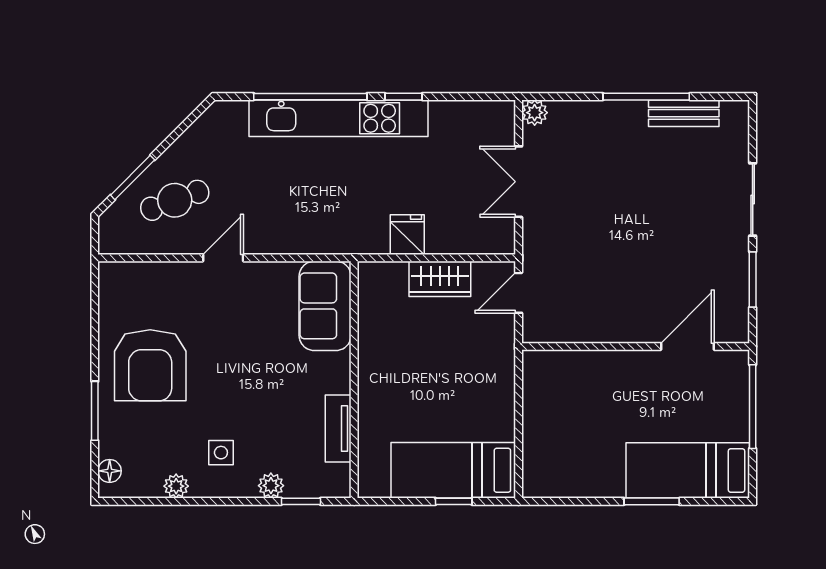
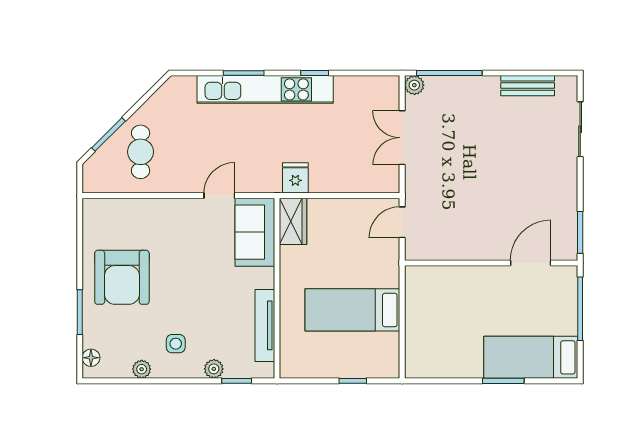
window: (310, 97) -> (244, 73), width x0.47
window: (646, 97) -> (449, 73), moved
cafe table: (175, 200) -> (141, 152), turned -70
sliding door: (753, 200) -> (580, 129), moved
fridge: (407, 235) -> (295, 178), moved
door: (223, 258) -> (219, 196), moved
wardrobe: (440, 279) -> (293, 221), moved, turned -90
window: (753, 280) -> (580, 232), moved
tv unit: (338, 429) -> (265, 325), width x1.41
bed: (453, 470) -> (352, 310), moved

